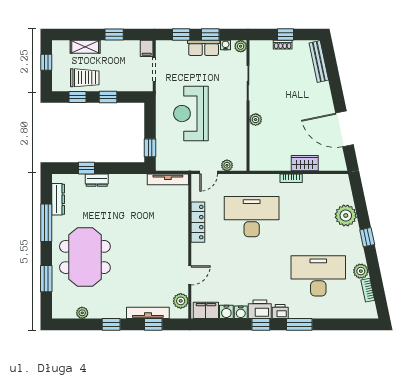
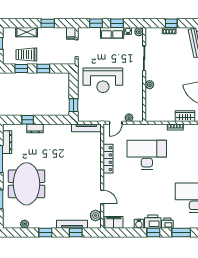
trolley: (85, 78) -> (26, 55), turned 180
reception desk: (191, 114) -> (103, 80), turned -90
door: (190, 275) -> (102, 197), hinge flipped
water cooler: (226, 312) -> (129, 223), removed

